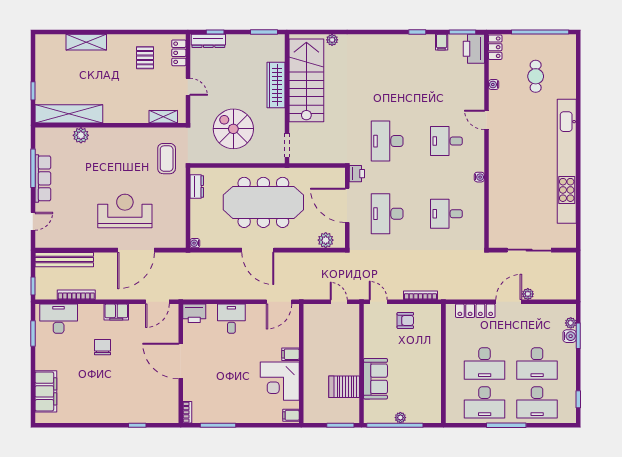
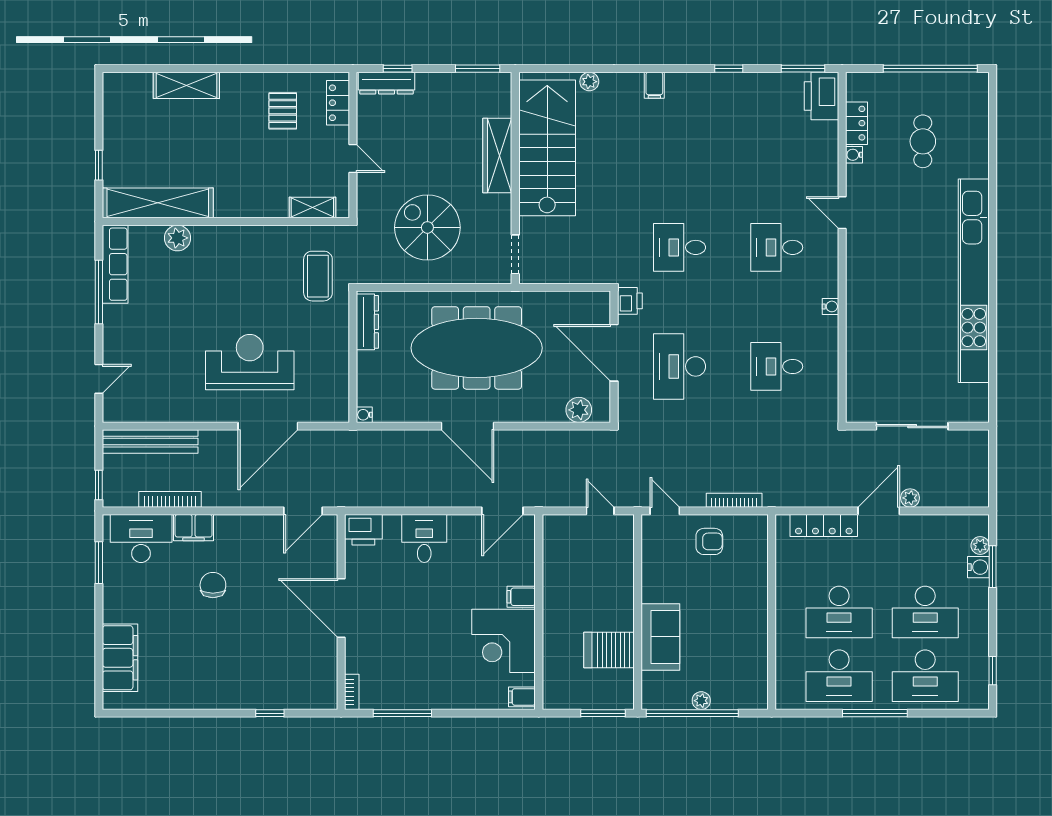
filing cabinet: (442, 42) -> (654, 85), moved
locker: (495, 47) -> (856, 123), moved
desk: (387, 141) -> (680, 247), width x0.73
row of seats: (43, 178) -> (115, 264), moved
dresser: (197, 186) -> (367, 322), width x1.44
filing cabinet: (116, 312) -> (194, 528), moved

